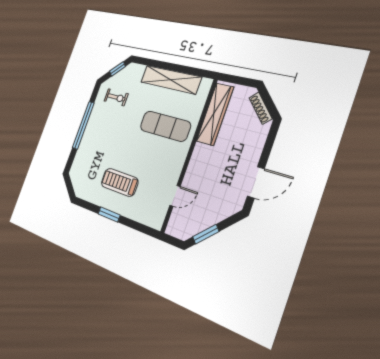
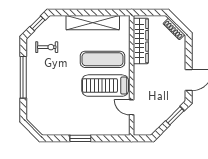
treadmill: (120, 182) -> (105, 86), moved, width x1.37, depth x1.37
door: (175, 196) -> (132, 107), swing flipped
window: (206, 234) -> (175, 116), moved

